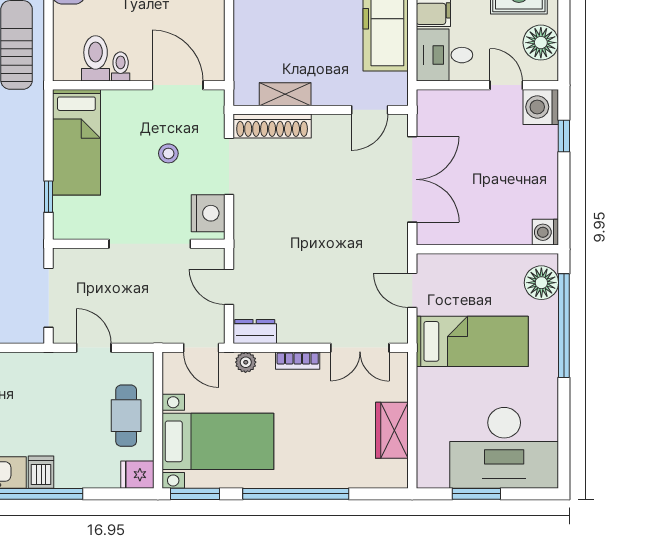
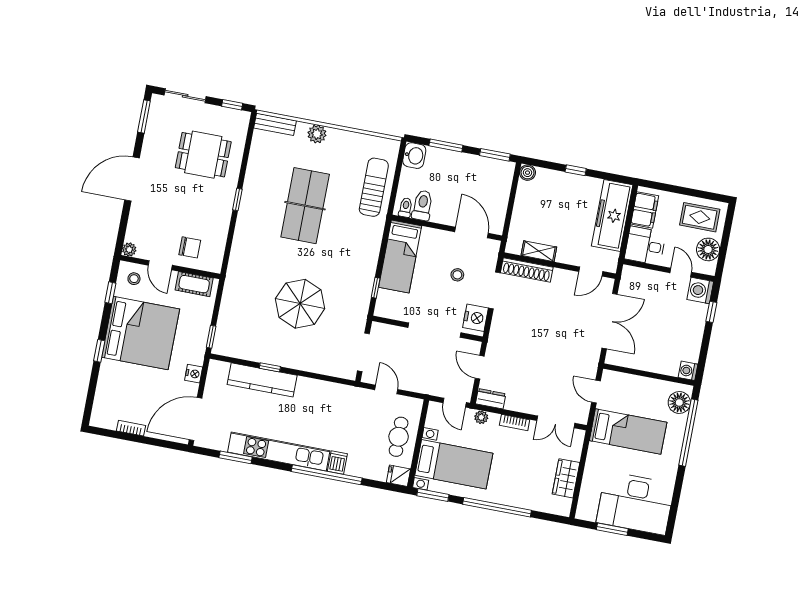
toilet: (121, 66) -> (406, 208), moved

